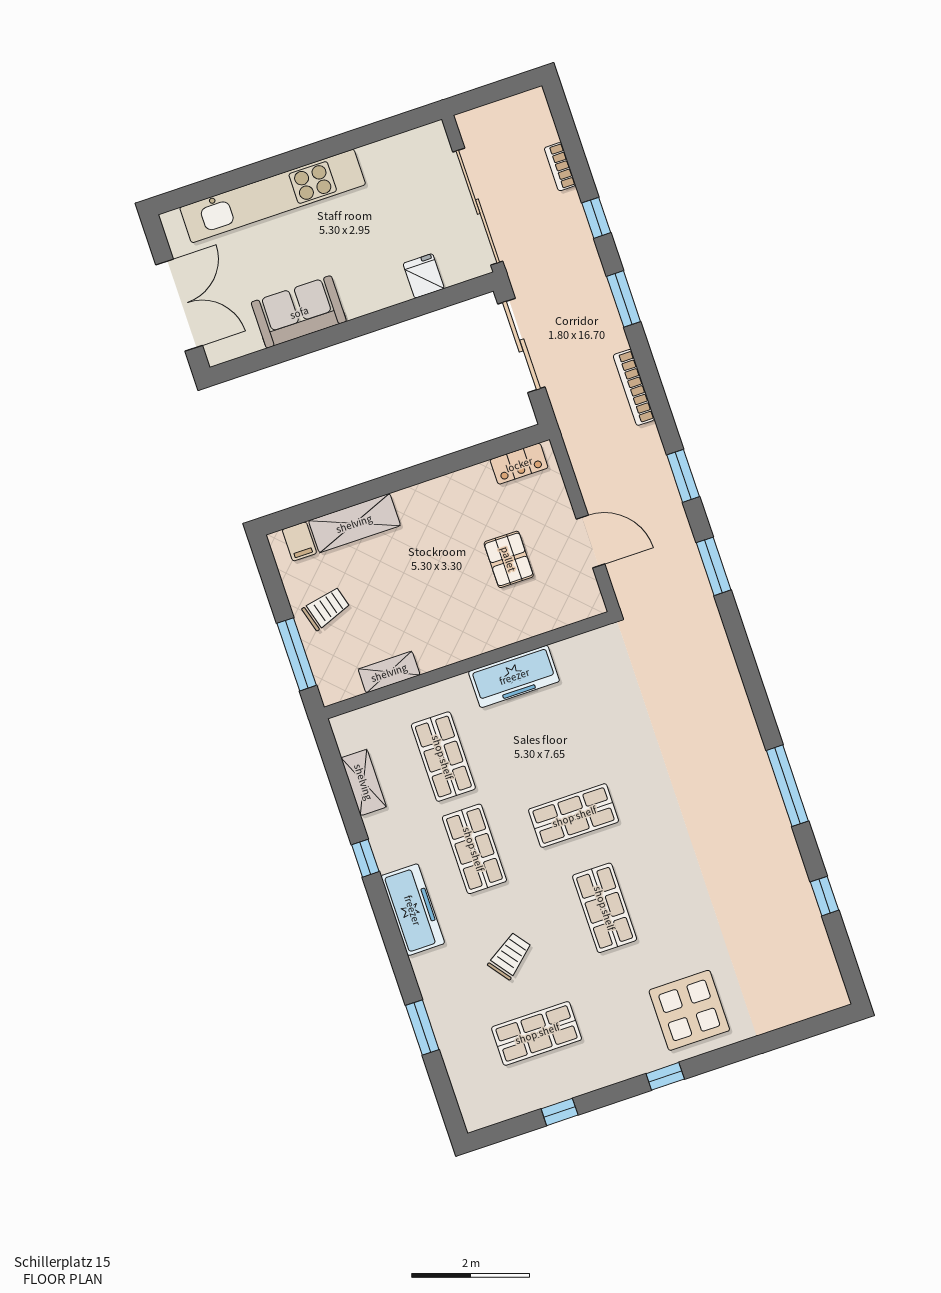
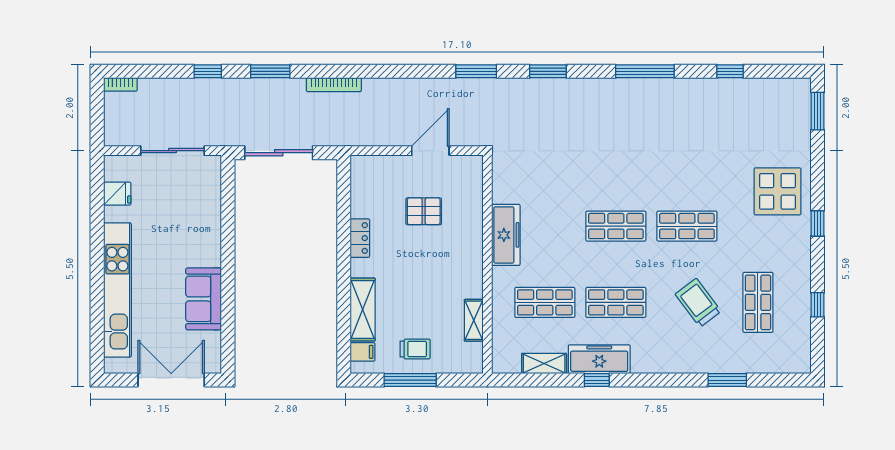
bookcase: (560, 167) -> (120, 84), moved
sliding door: (478, 207) -> (173, 151), width x0.73
fridge: (424, 276) -> (117, 194), moved, turned 180
locker: (519, 464) -> (360, 238), moved
window: (683, 476) -> (548, 71), moved
trolley: (326, 608) -> (415, 349), turned 106
window: (297, 654) -> (410, 380), moved
shop shelf: (574, 816) -> (616, 226), turned 90
freezer: (413, 910) -> (599, 359), moved
trolley: (510, 956) -> (698, 303), width x1.36, depth x1.39
window: (811, 1027) -> (818, 111), added

